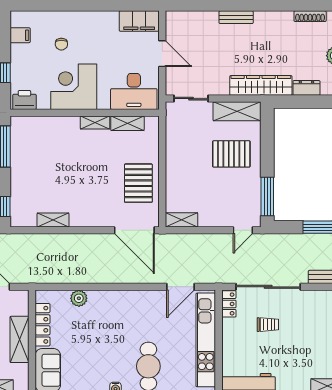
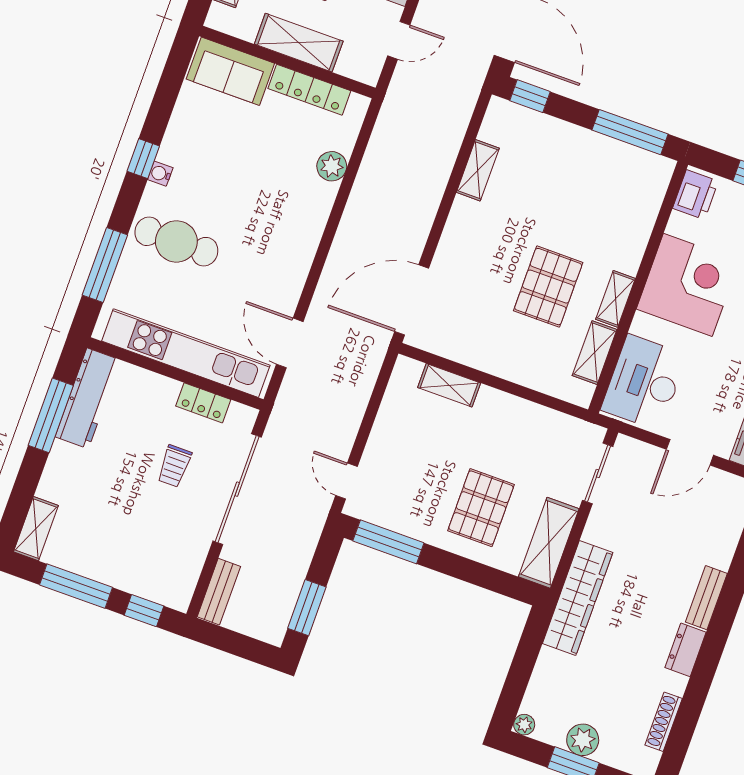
dresser: (306, 88) -> (686, 650), moved, turned 180
pallet: (138, 183) -> (548, 287), moved, turned 90
shelving: (181, 220) -> (449, 385), moved, turned 90
locker: (229, 304) -> (203, 403), moved

